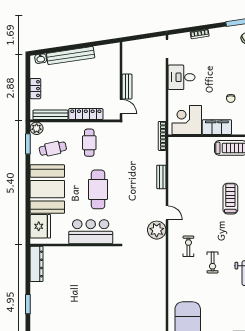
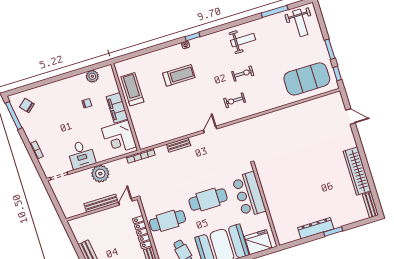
bench: (127, 87) -> (101, 203), width x1.36
cafe table: (89, 143) -> (167, 221), width x1.37, depth x1.35
treadmill: (230, 199) -> (179, 75), turned 180
plant: (157, 230) -> (100, 174), moved
dresser: (37, 264) -> (316, 228), moved

